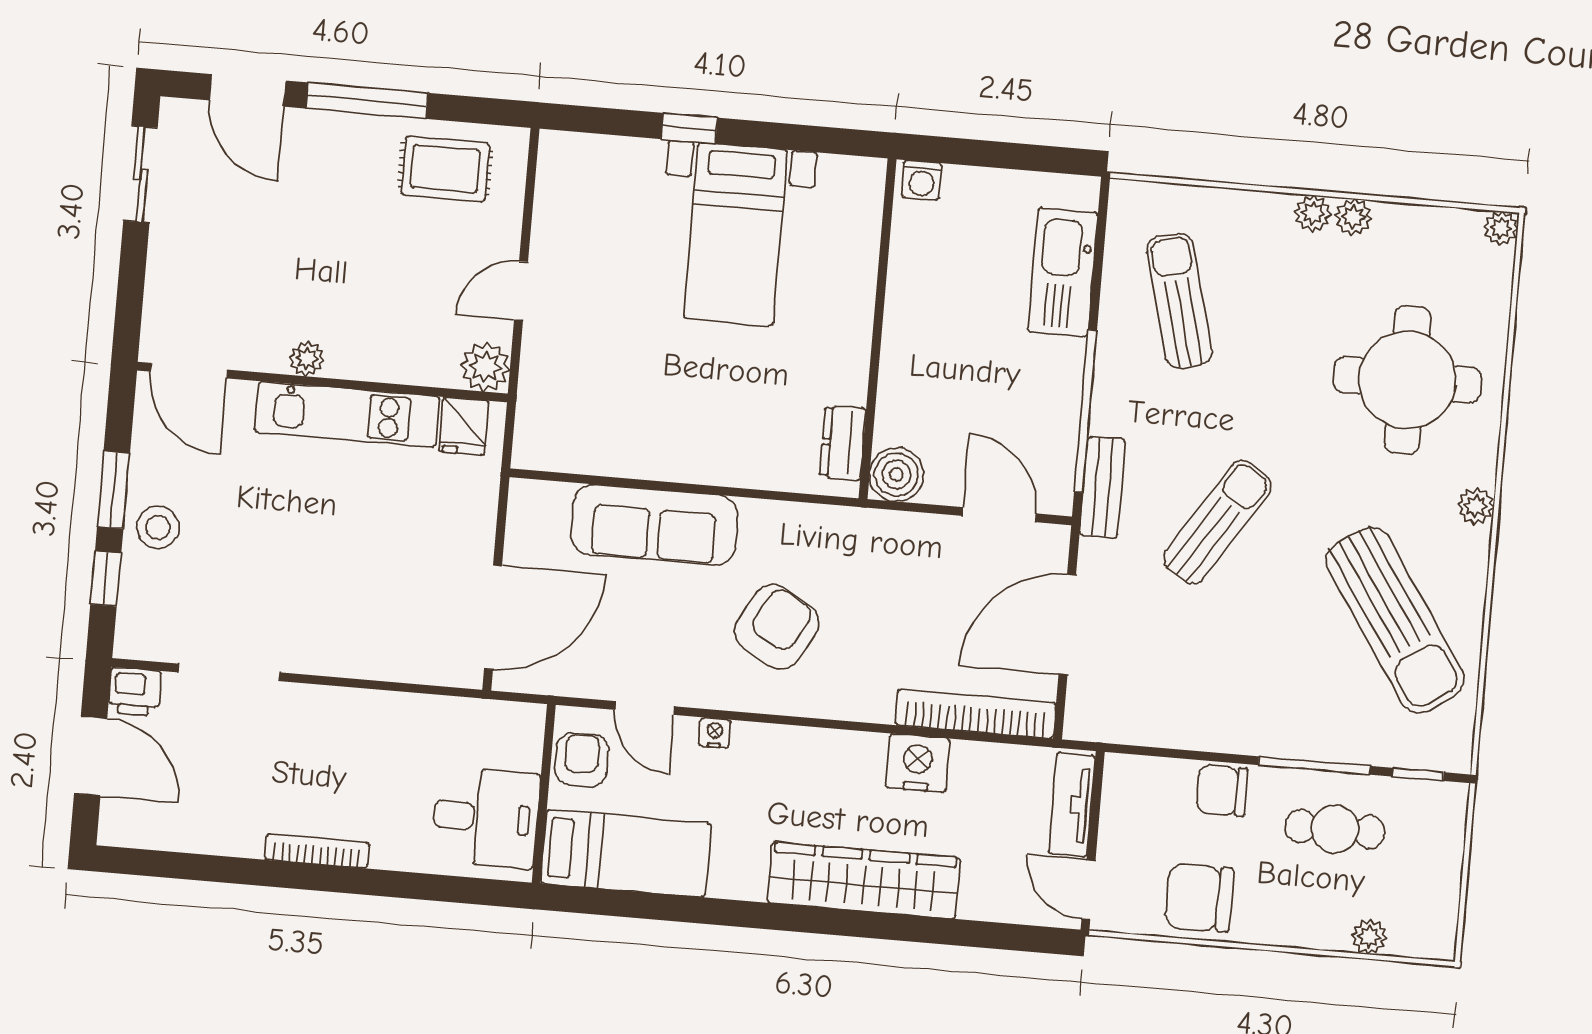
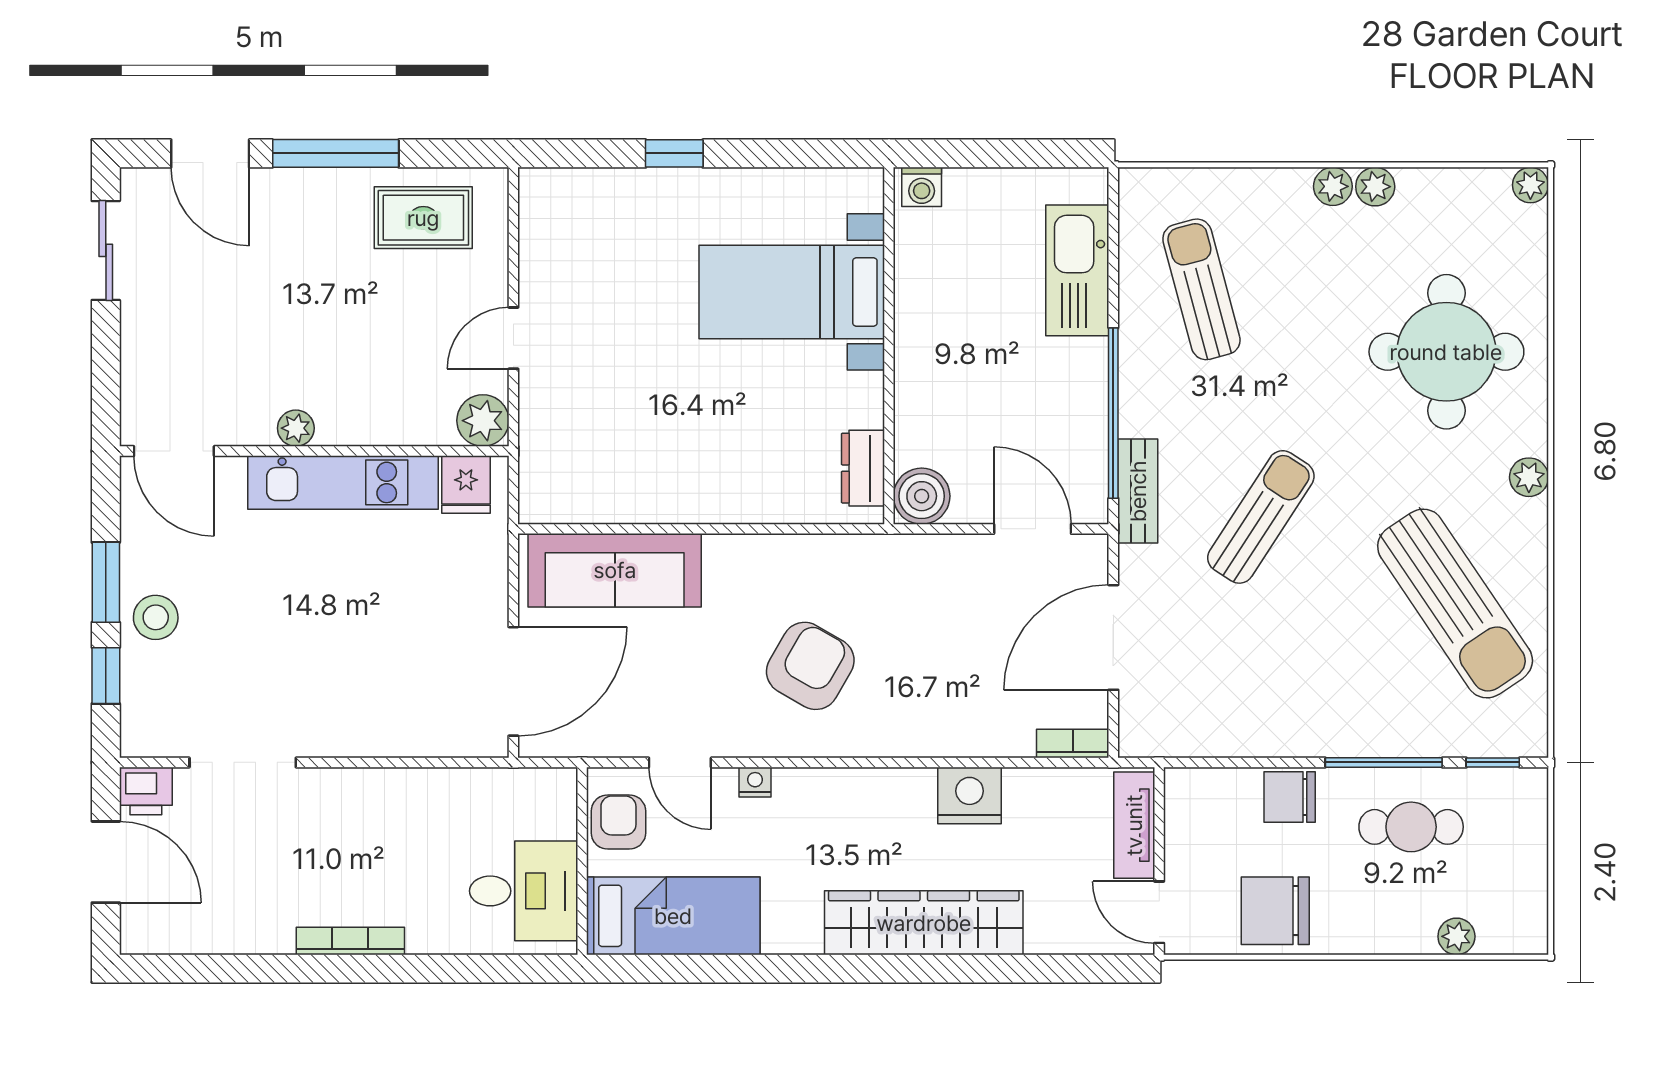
bed with nightstands: (736, 234) -> (792, 292), moved, turned 90
sofa: (654, 525) -> (615, 570), moved
bookcase: (975, 714) -> (1073, 743), width x0.43, depth x0.76

